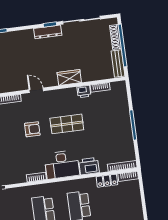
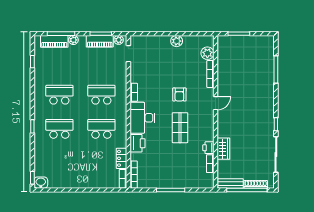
dresser: (48, 32) -> (269, 121), removed
wardrobe: (69, 77) -> (223, 149), moved

